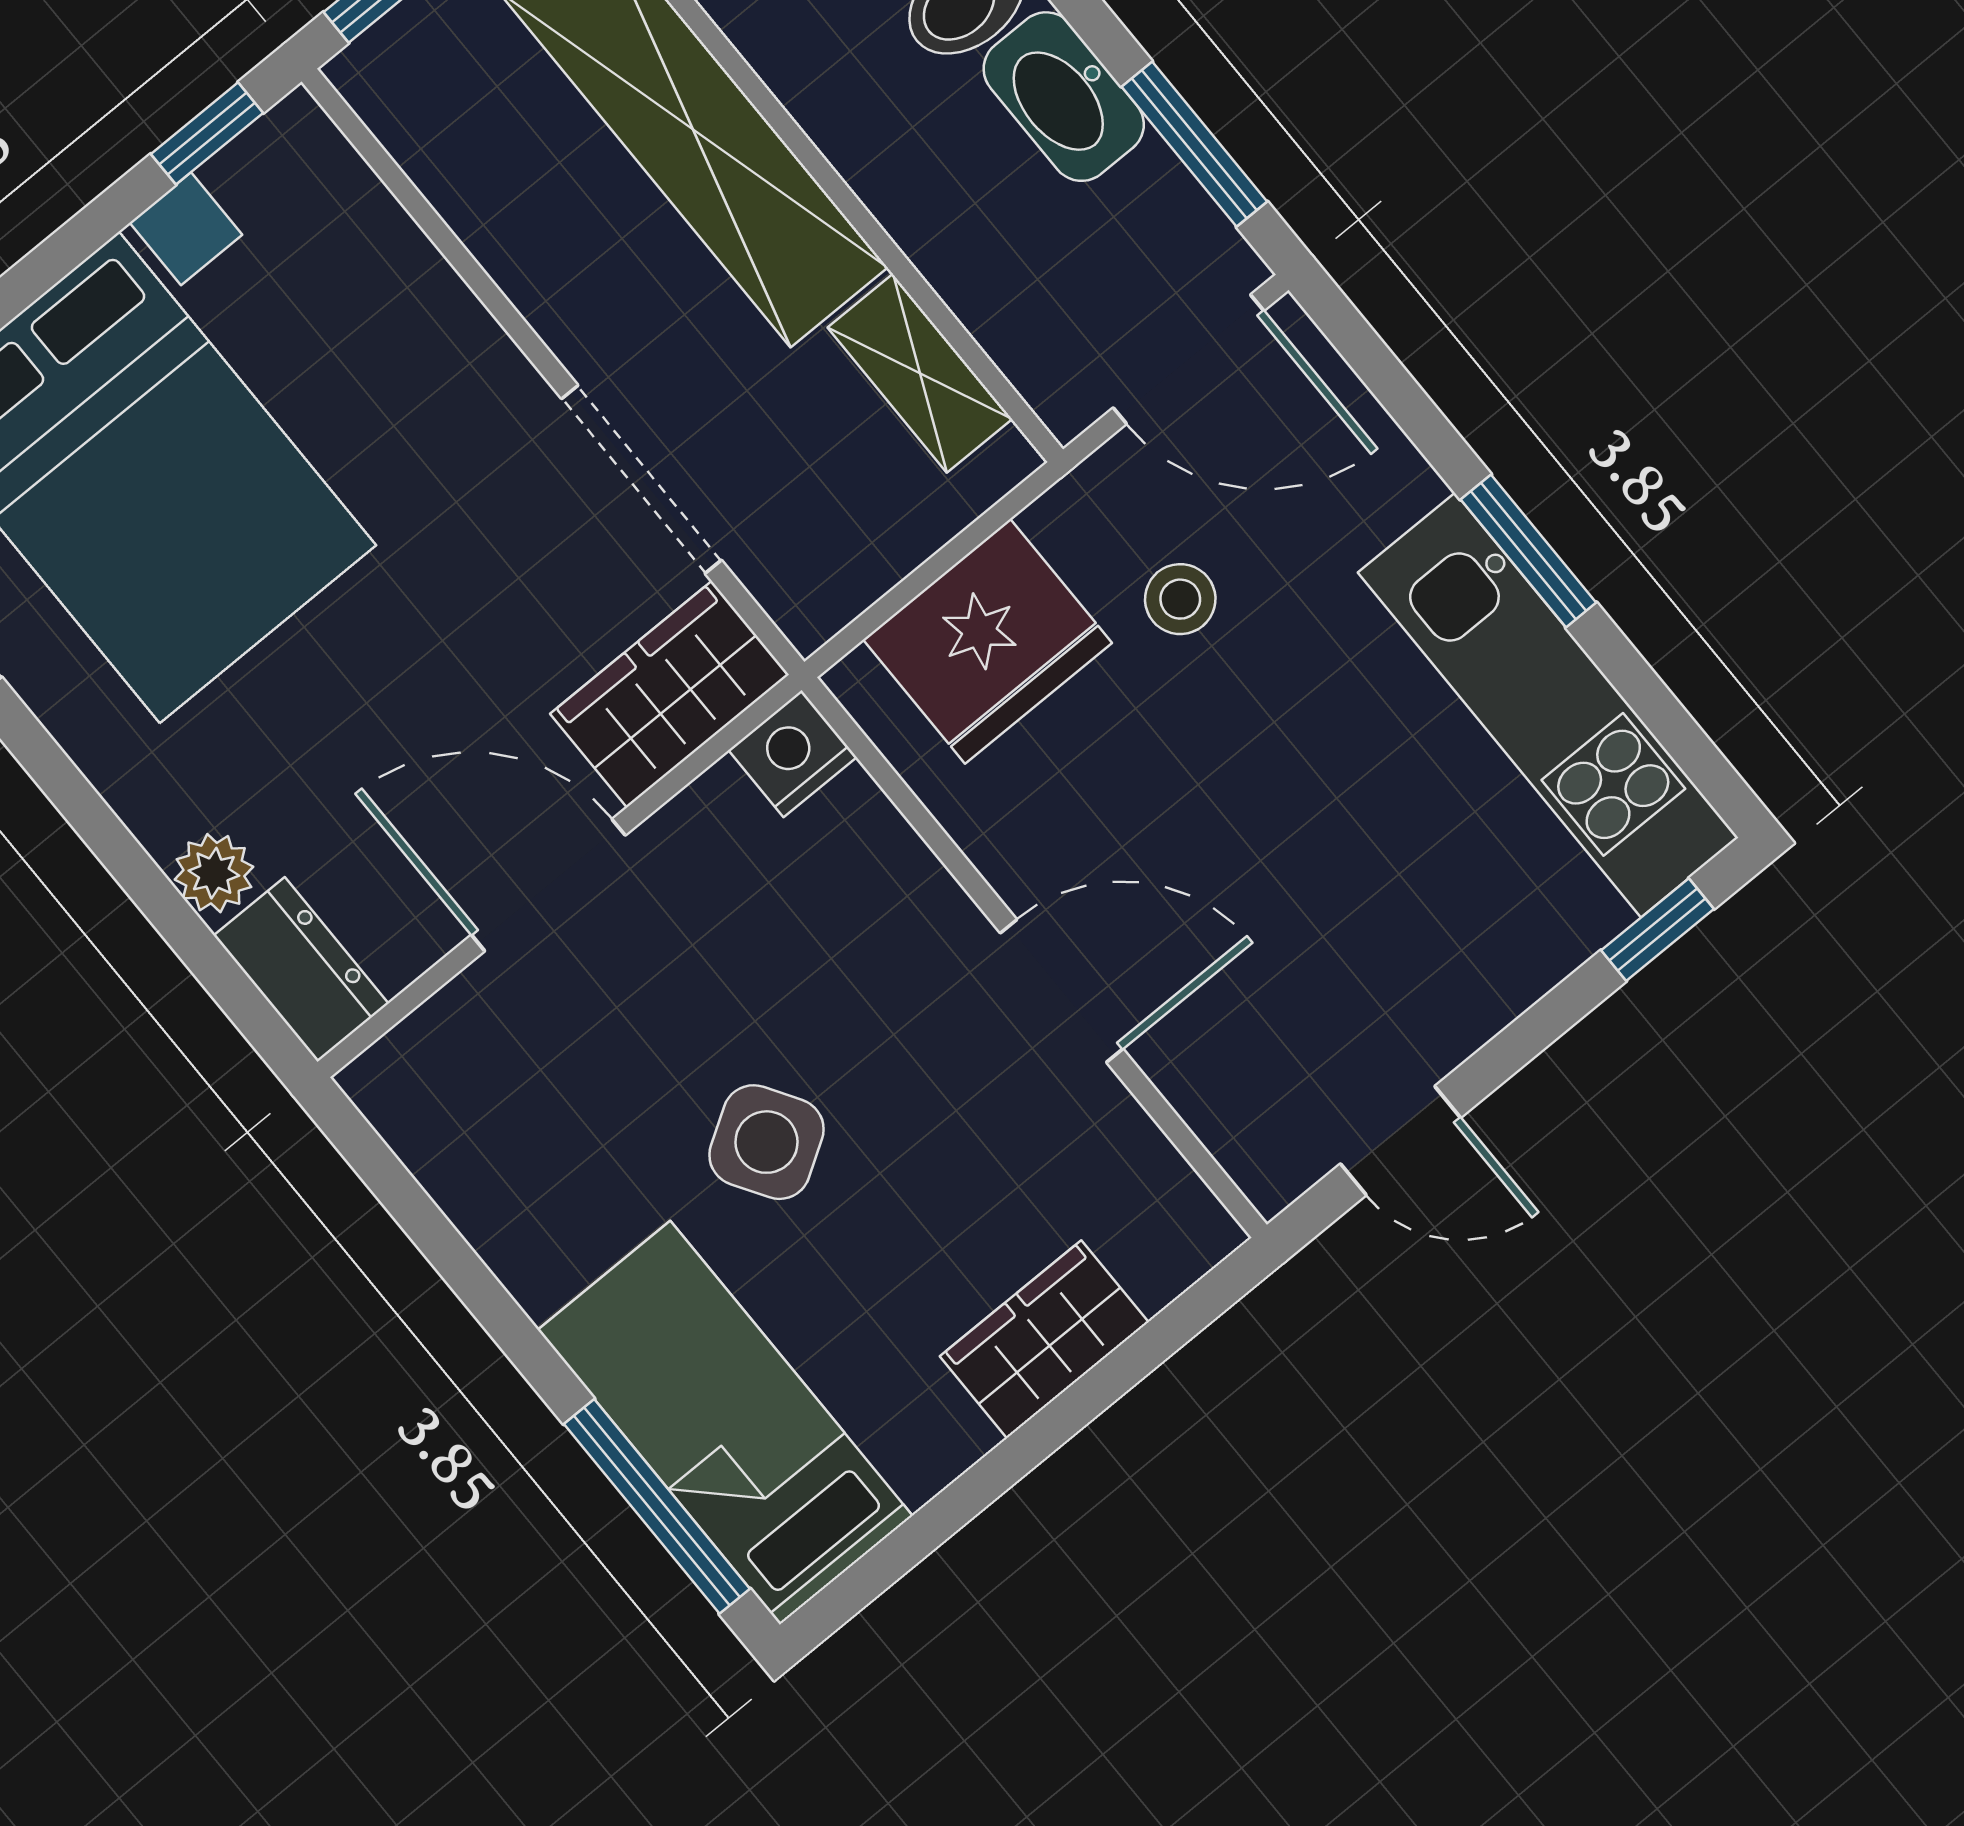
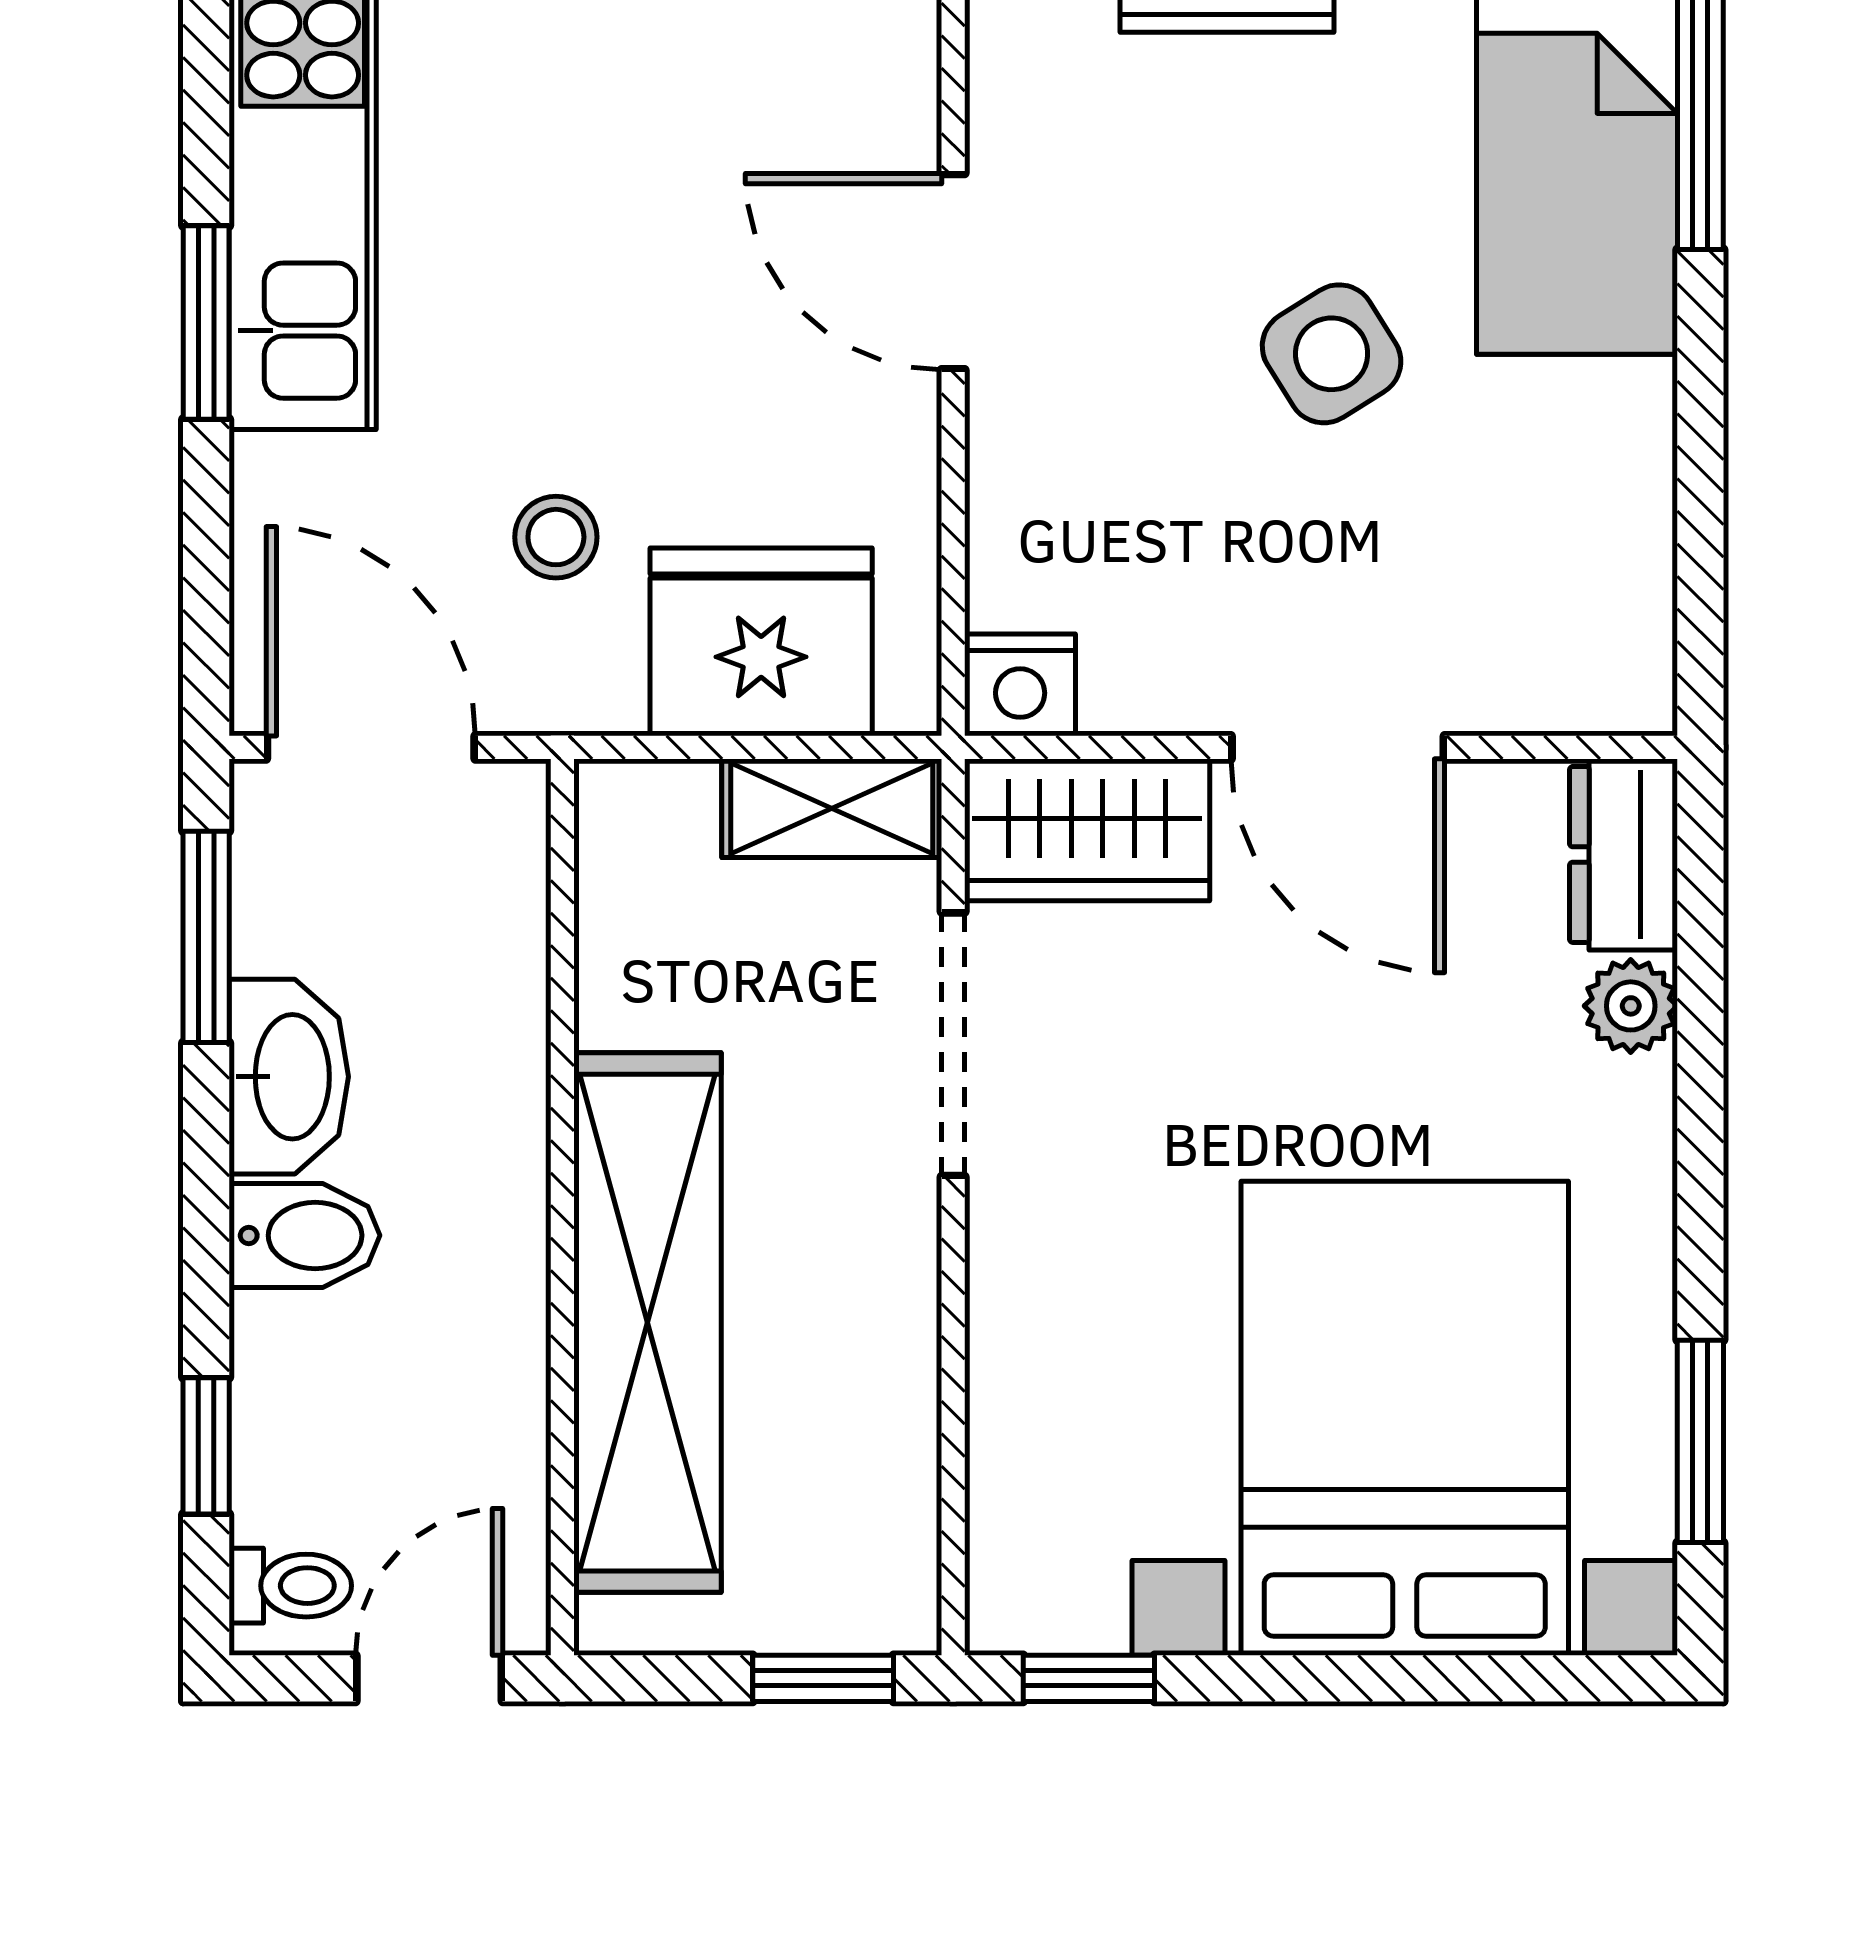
shelving: (920, 373) -> (832, 808), moved, turned 90

